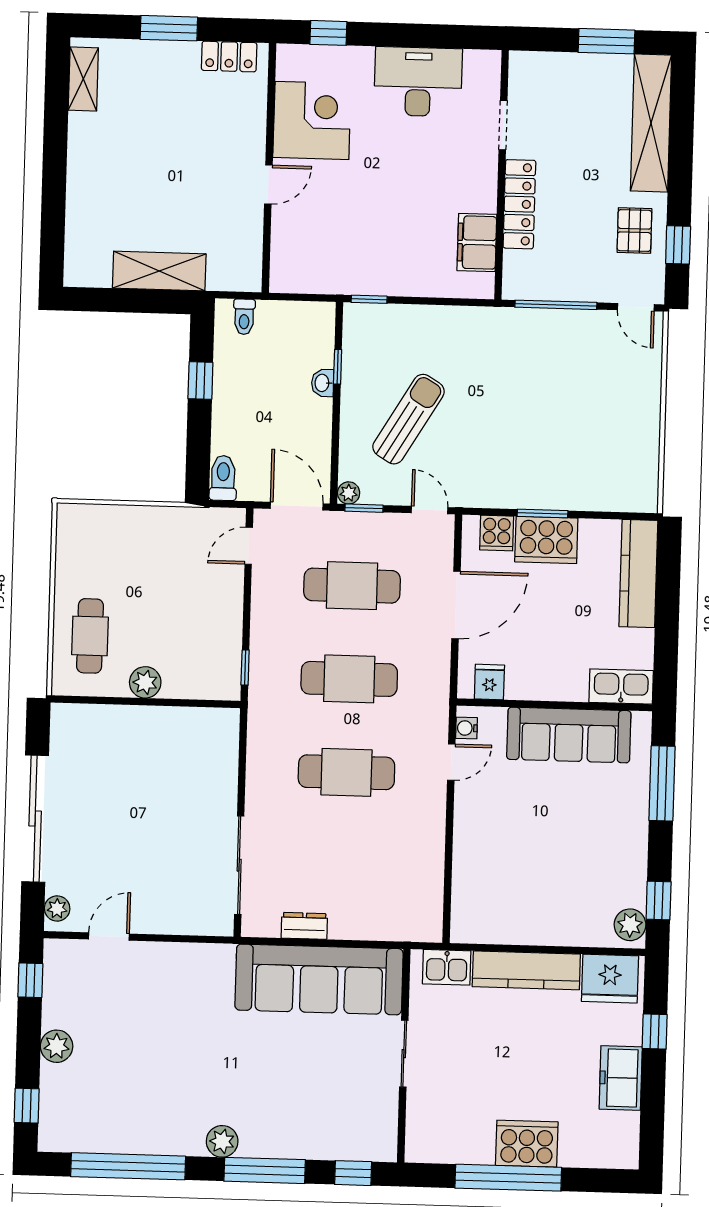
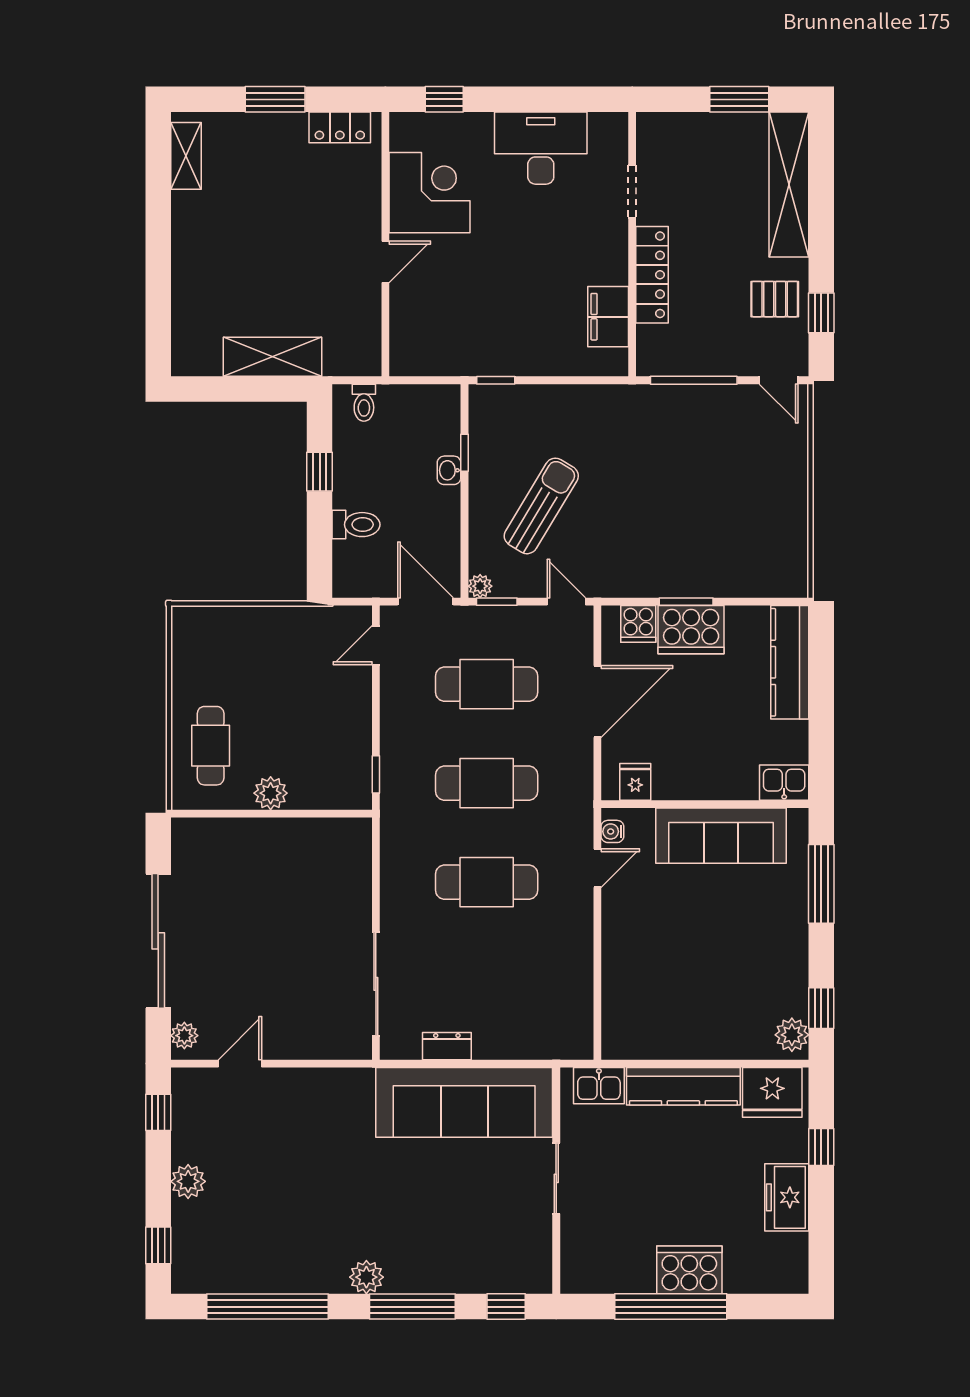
pallet: (634, 230) -> (775, 299), turned 90
toilet: (223, 478) -> (356, 525), moved, turned 90
kitchen sink: (621, 686) -> (784, 783), width x0.73

